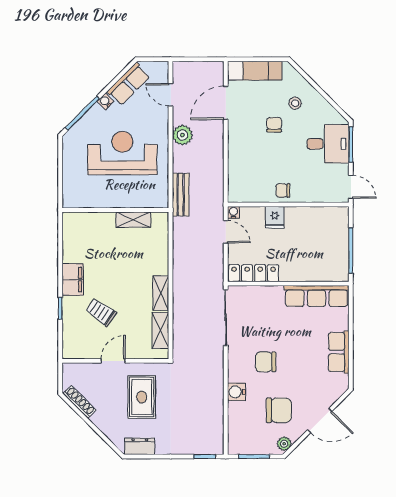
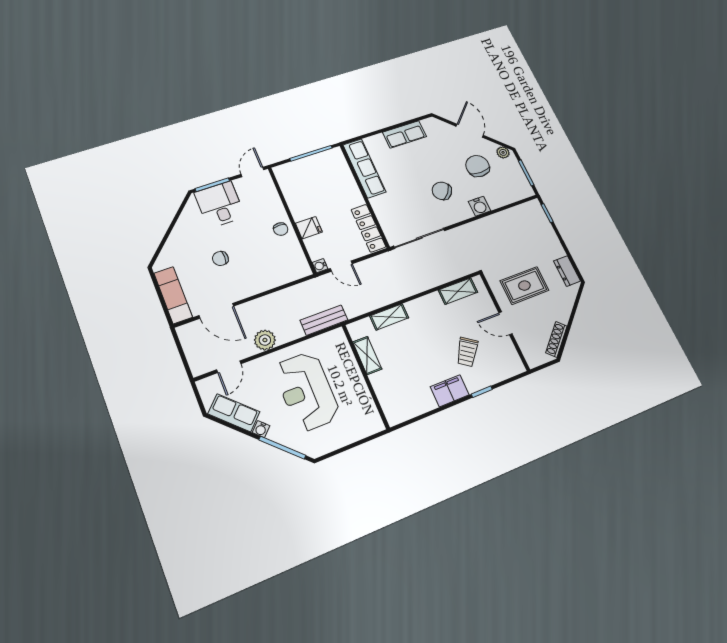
stool: (295, 103) -> (192, 247), removed
door: (226, 232) -> (341, 266), swing flipped
shelving: (161, 293) -> (389, 317), moved
chair: (266, 362) -> (442, 191), turned 130

